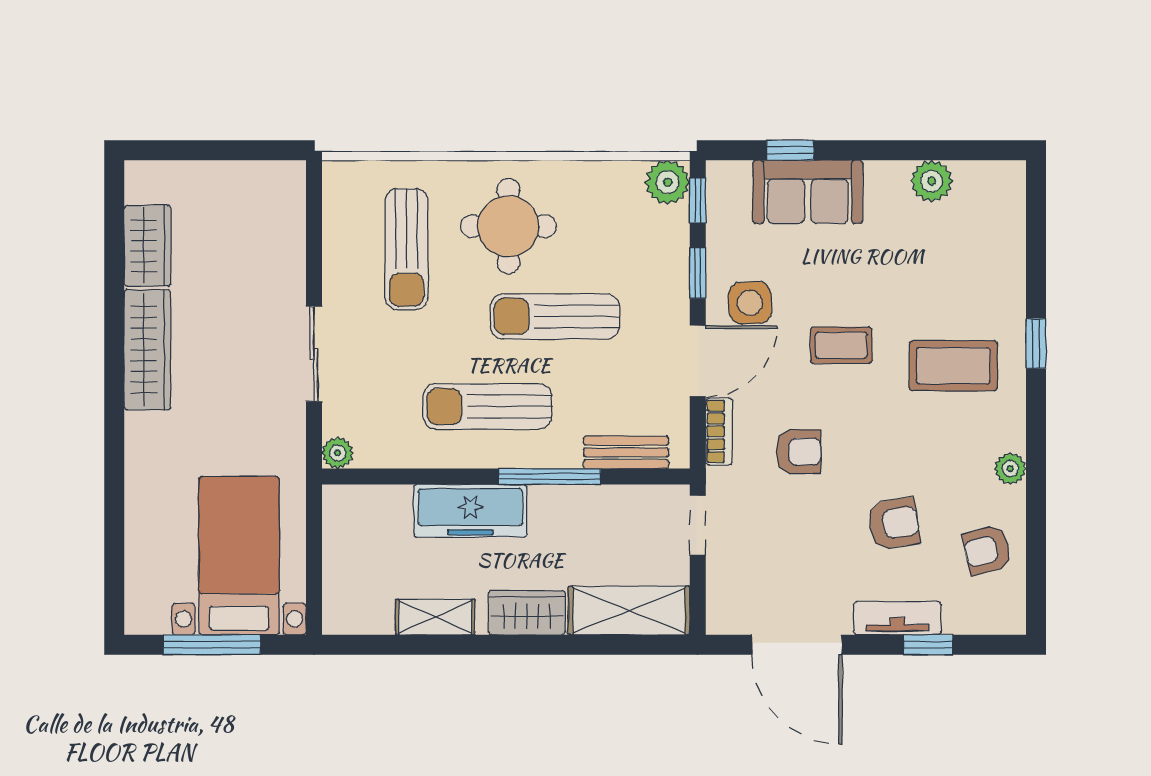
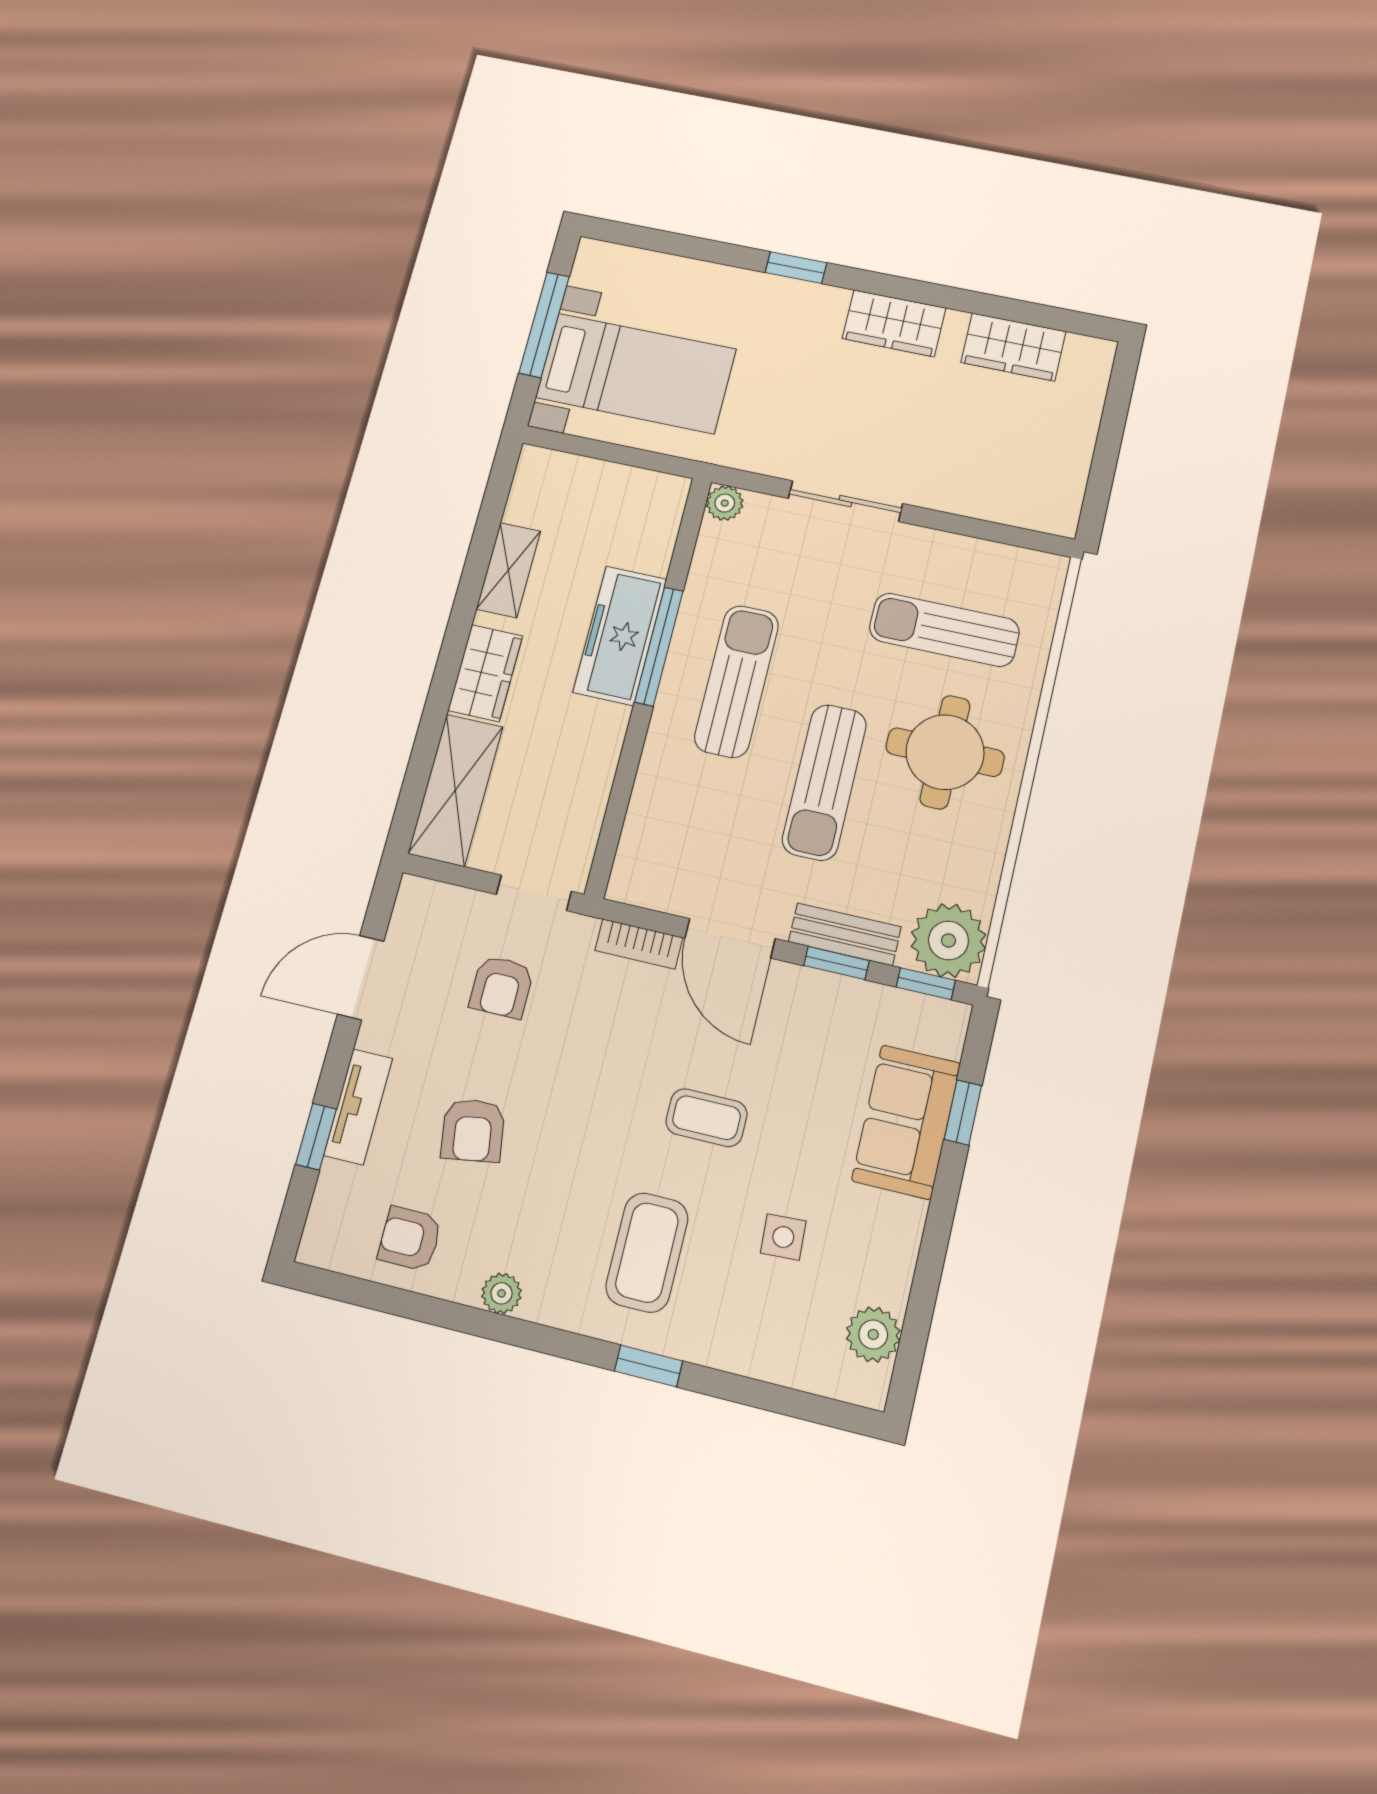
plant: (932, 181) -> (873, 1335), moved
plant: (668, 182) -> (948, 940), width x1.36, depth x1.36
side table: (750, 303) -> (783, 1237), moved, width x0.73, depth x0.73
sun lounger: (555, 316) -> (824, 782), turned 180
coffee table: (841, 345) -> (706, 1118), turned 90
wardrobe: (147, 350) -> (894, 323), width x0.67
window: (114, 444) -> (796, 268), added
bench: (626, 452) -> (845, 934), moved, turned 90
armchair: (799, 452) -> (501, 987), moved
window: (549, 477) -> (659, 646), moved
armchair: (987, 550) -> (410, 1239), turned -76
door: (797, 645) -> (361, 978), width x0.73

